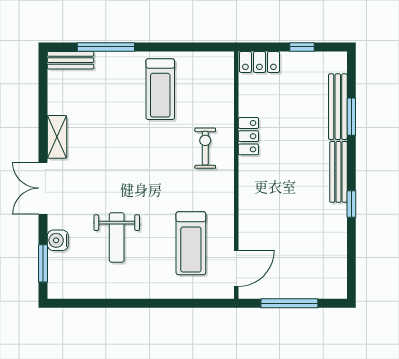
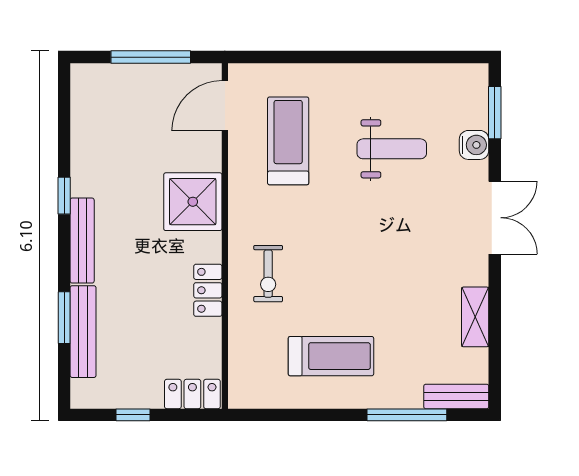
treadmill: (160, 89) -> (331, 356), turned 90
shelving: (57, 137) -> (475, 317), moved
shower: (259, 200) -> (193, 202), added
weight bench: (117, 237) -> (392, 149), turned 90

